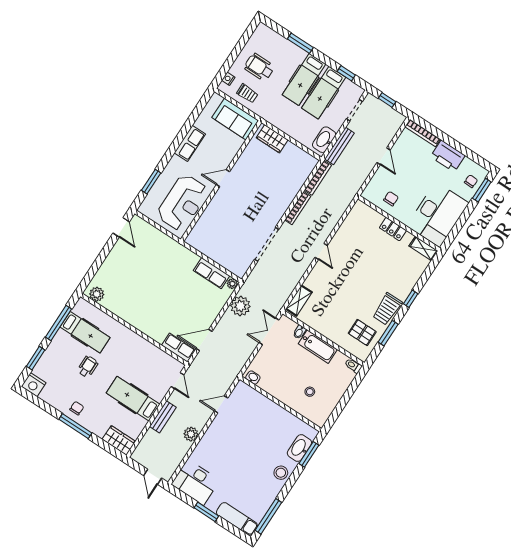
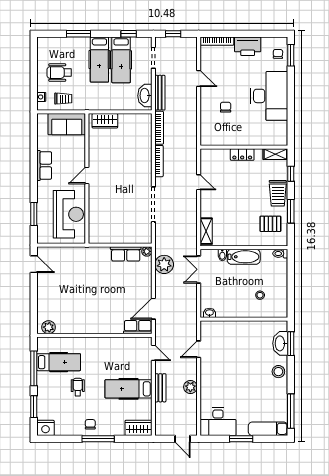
wall: (399, 223) -> (244, 147), moved
locker: (393, 229) -> (242, 155), moved
shelving: (423, 249) -> (275, 154), moved

